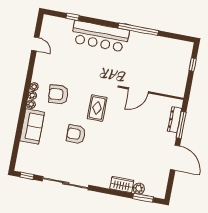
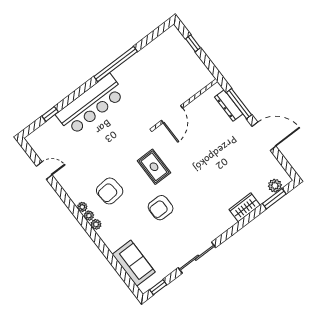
sofa: (32, 126) -> (134, 263), moved
sliding door: (66, 183) -> (197, 258), width x0.73
plant: (139, 189) -> (275, 186), moved

